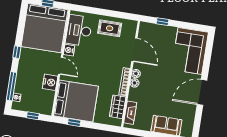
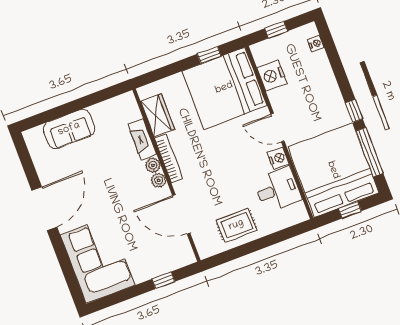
desk: (79, 30) -> (278, 190), width x0.73
nightstand: (50, 82) -> (272, 76), moved
window: (11, 86) -> (370, 152), moved
fireplace: (130, 113) -> (142, 139), moved

